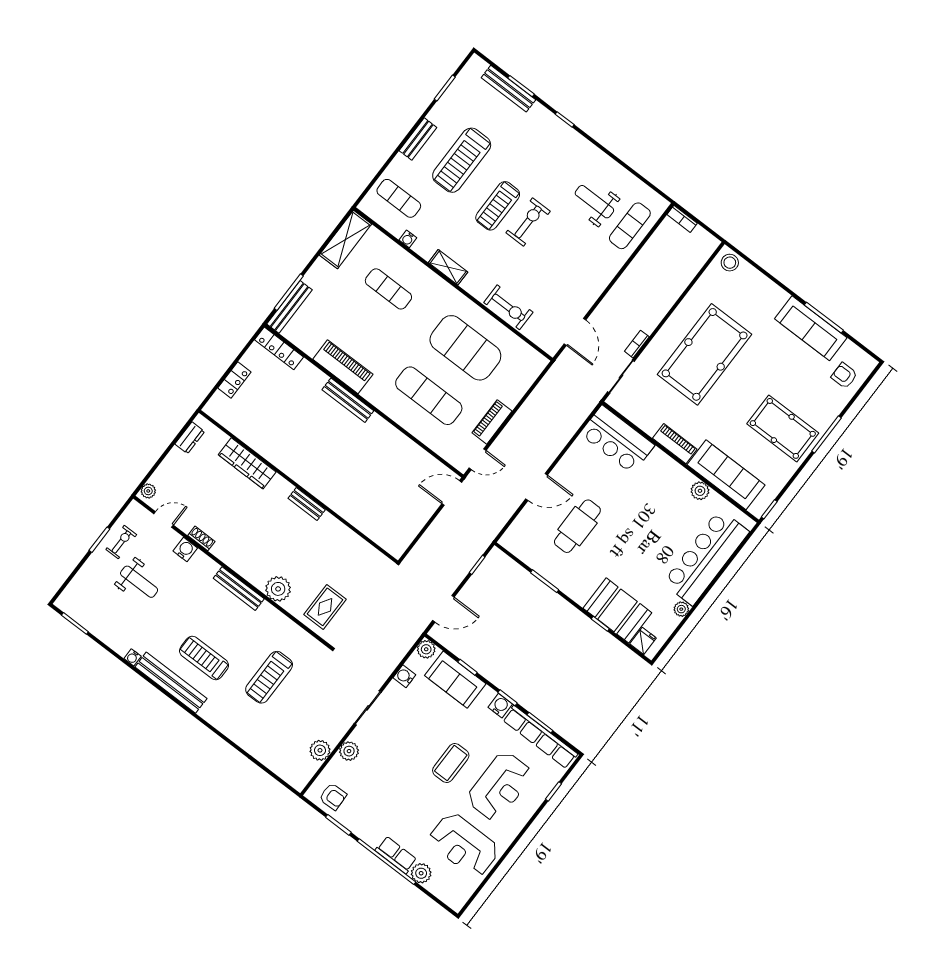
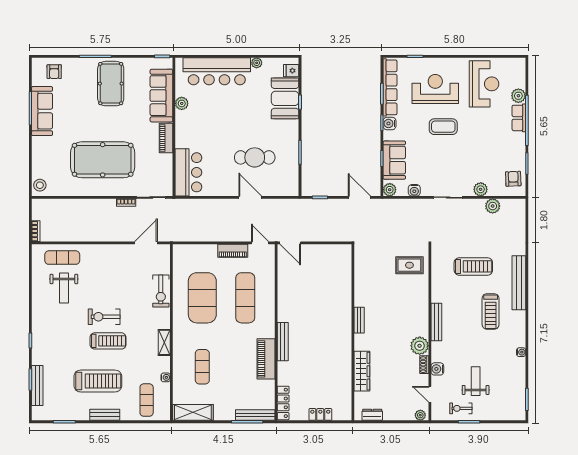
exercise bike: (508, 307) -> (161, 291), turned 180
plant: (278, 589) -> (420, 346), moved
bench: (171, 683) -> (519, 283), moved

